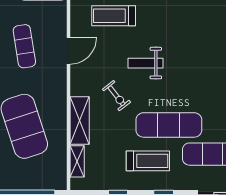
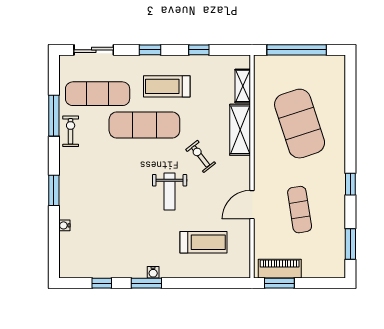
weight bench: (145, 63) -> (170, 191), turned 90

